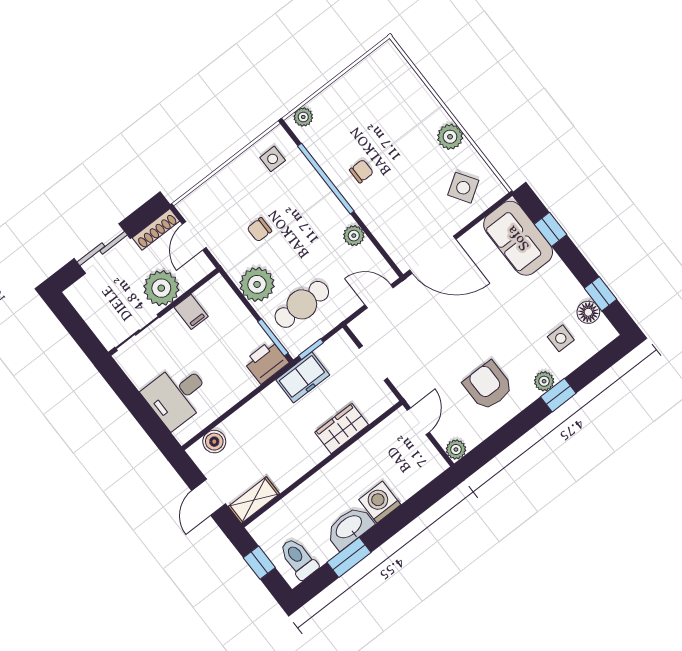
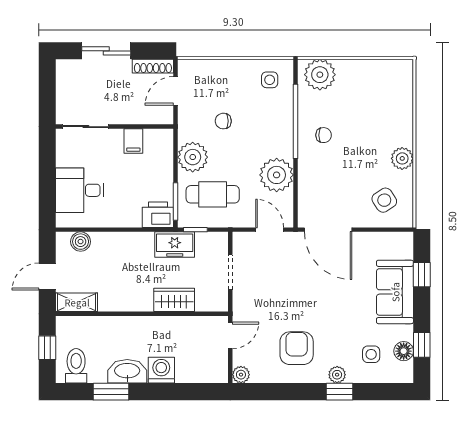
plant: (303, 117) -> (320, 75), width x1.88, depth x1.88
plant: (354, 236) -> (277, 175), width x1.88, depth x1.88
sofa: (518, 238) -> (395, 292), moved
plant: (161, 288) -> (126, 109), removed

